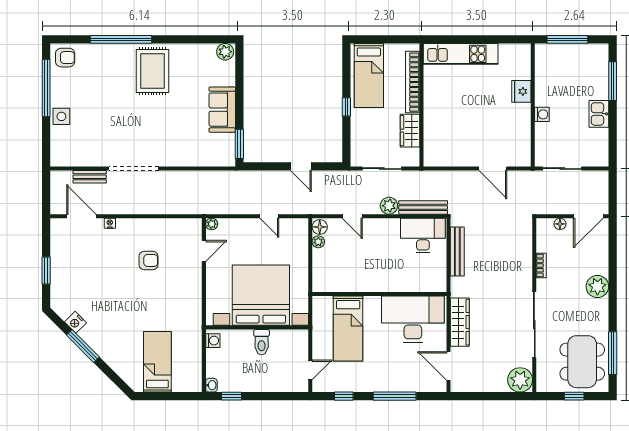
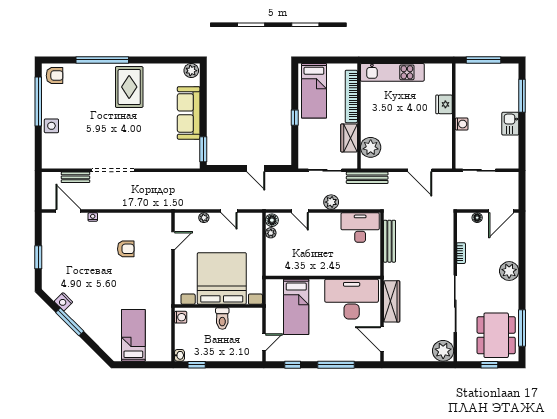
sofa: (222, 110) -> (189, 113), width x1.36
plant: (435, 142) -> (371, 147), added
bench: (423, 207) -> (367, 178), moved
plant: (212, 224) -> (204, 218), moved

